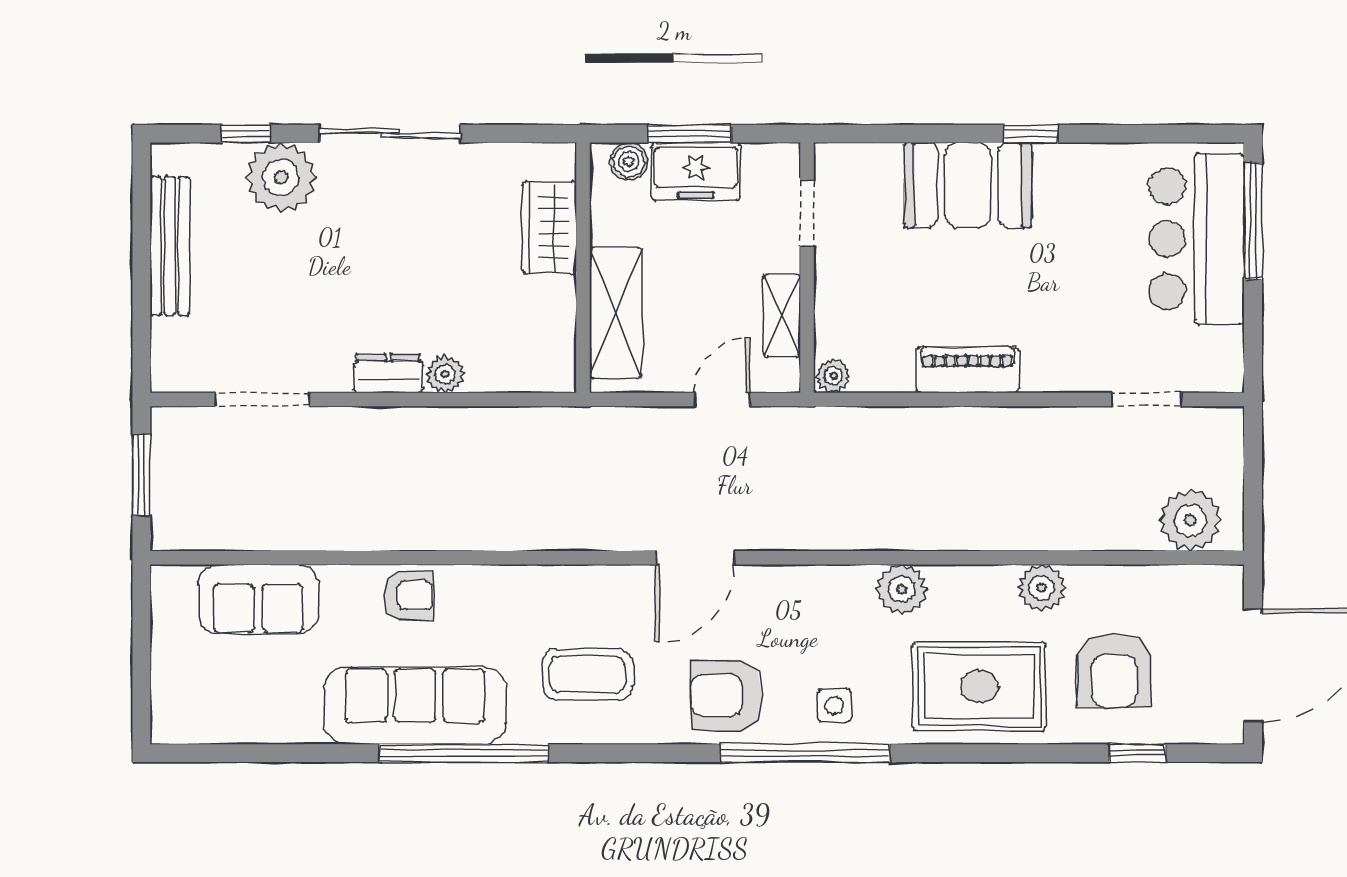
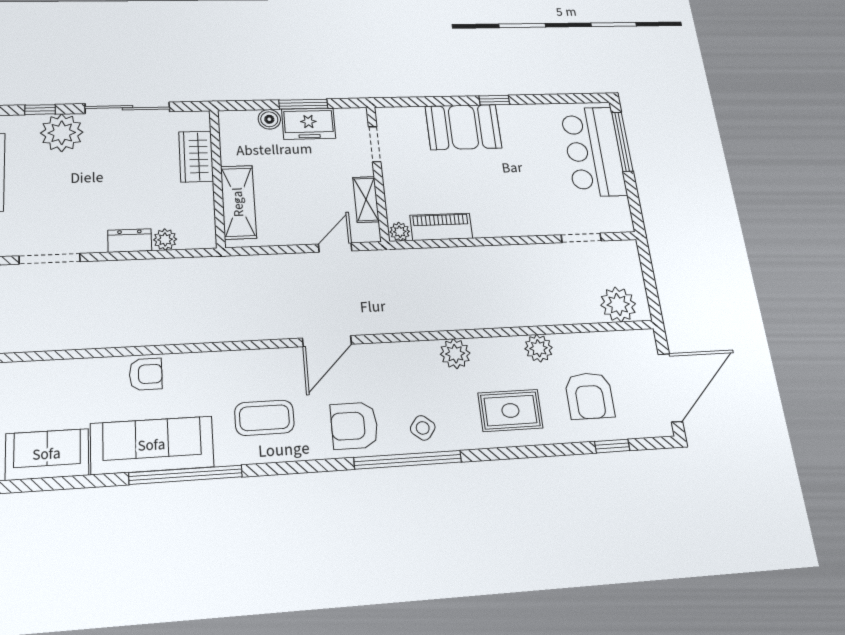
wardrobe: (549, 228) -> (196, 157), moved
wall: (583, 268) -> (217, 178), moved
shelving: (616, 313) -> (238, 202), moved
piano: (968, 370) -> (441, 227), moved
sofa: (258, 599) -> (47, 454), moved, turned 180
rug: (979, 687) -> (510, 410), width x0.73, depth x0.70
side table: (834, 705) -> (423, 428), turned 38

